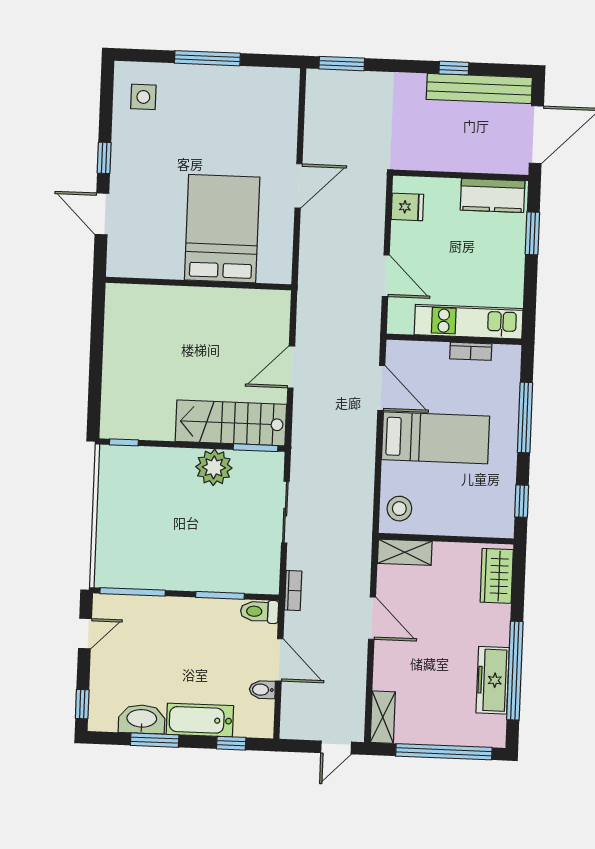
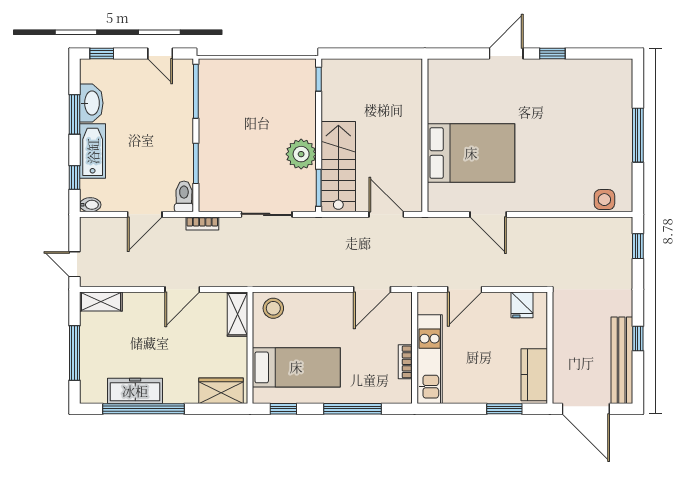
window: (342, 64) -> (638, 246), width x0.67
side table: (143, 97) -> (604, 200), moved
door: (298, 186) -> (488, 214), moved
bed: (222, 229) -> (471, 153), moved
wall: (198, 284) -> (425, 135), moved
bed: (435, 438) -> (296, 367), moved, turned -90
bidet: (262, 690) -> (90, 205), moved, turned 90
window: (444, 752) -> (74, 353), width x0.68

